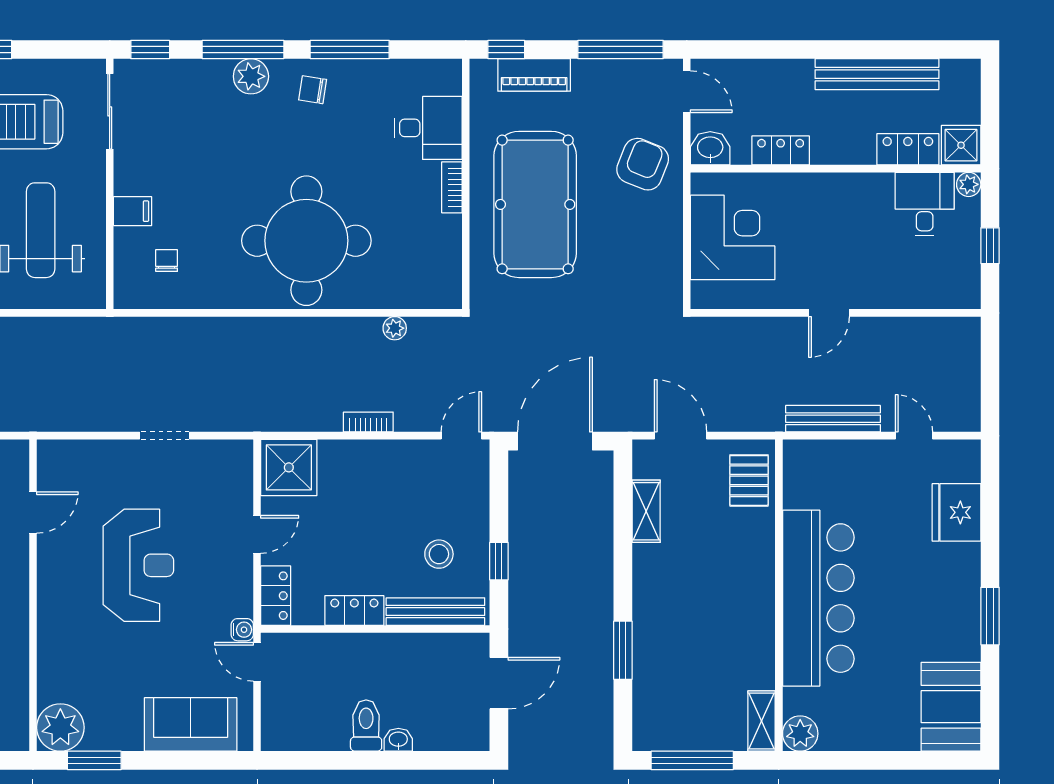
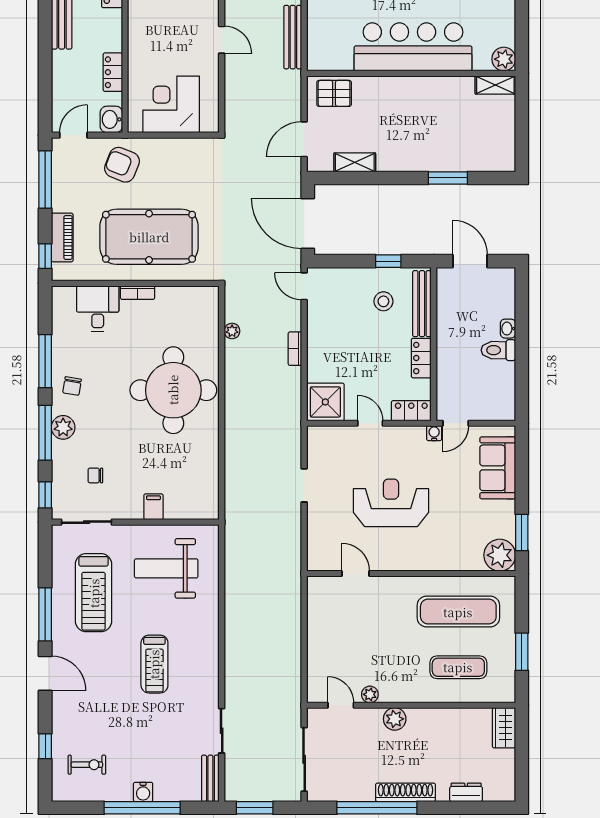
chair: (167, 261) -> (95, 475), moved
window: (692, 760) -> (522, 131), removed

